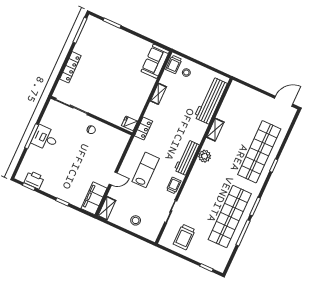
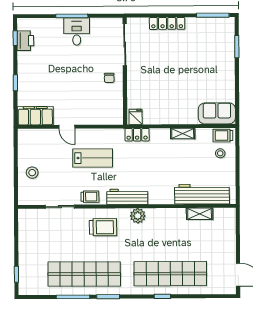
shelving: (215, 130) -> (200, 214), moved
shelving: (107, 208) -> (31, 135), removed
trolley: (184, 237) -> (103, 227), moved, turned 180

